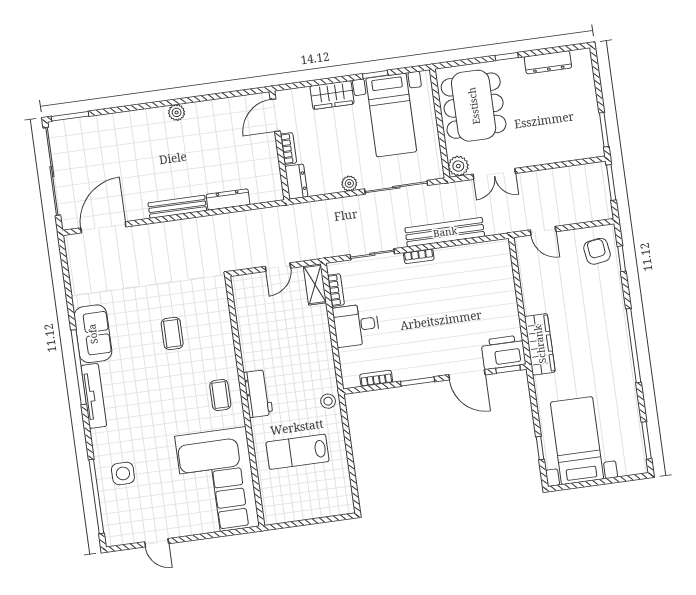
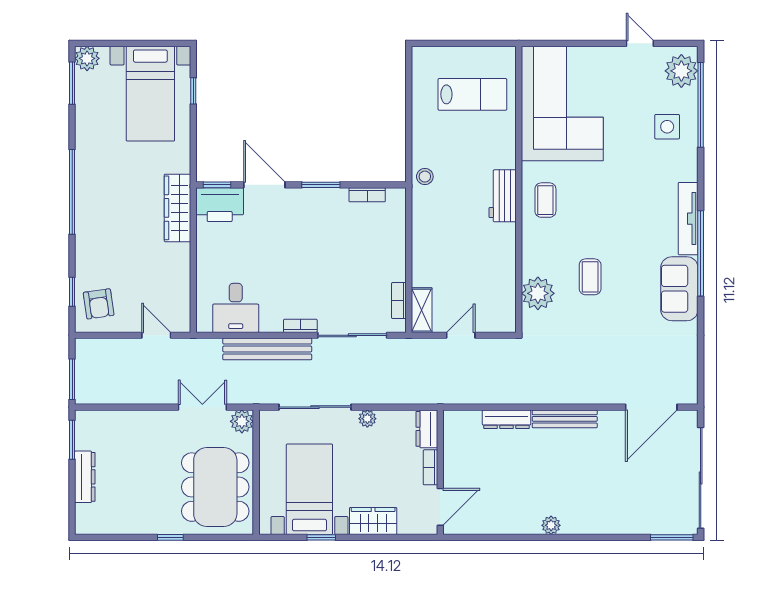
dresser: (548, 62) -> (85, 477), moved, turned 90
sliding door: (372, 254) -> (352, 335), width x1.37
plant: (216, 313) -> (538, 293), added
desk: (356, 325) -> (236, 308), moved, turned 90
lab bench: (297, 452) -> (472, 94), moved
plant: (636, 464) -> (87, 58), added
plant: (117, 524) -> (681, 71), added

